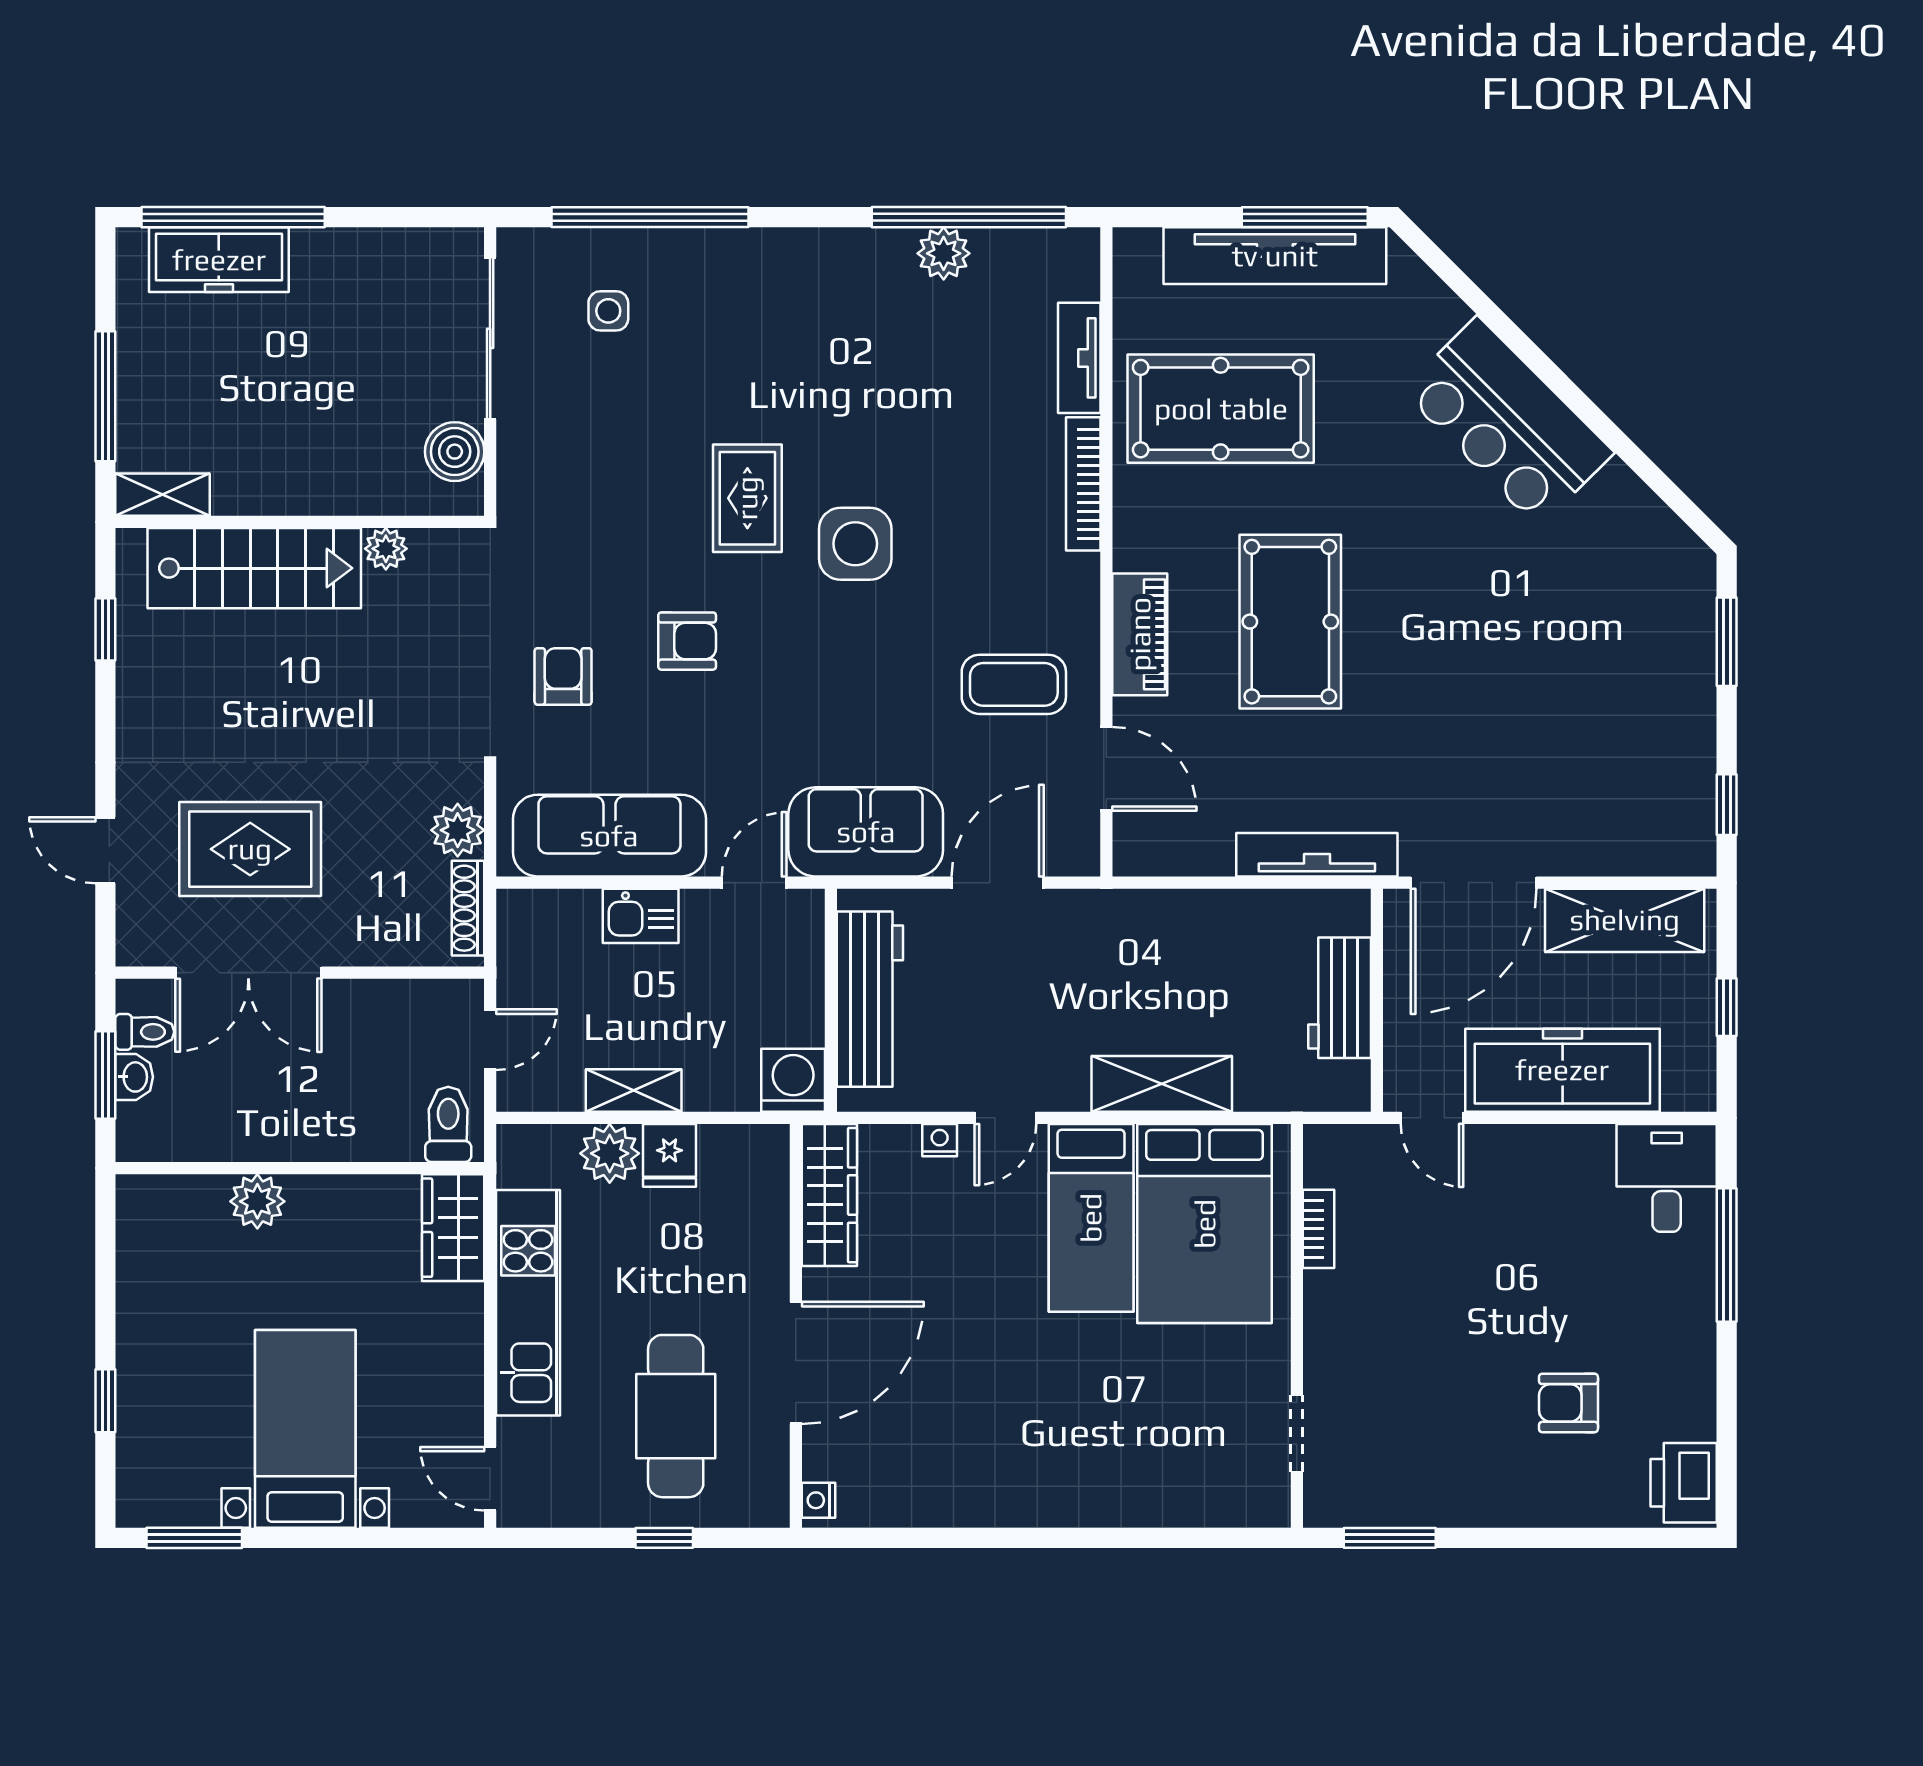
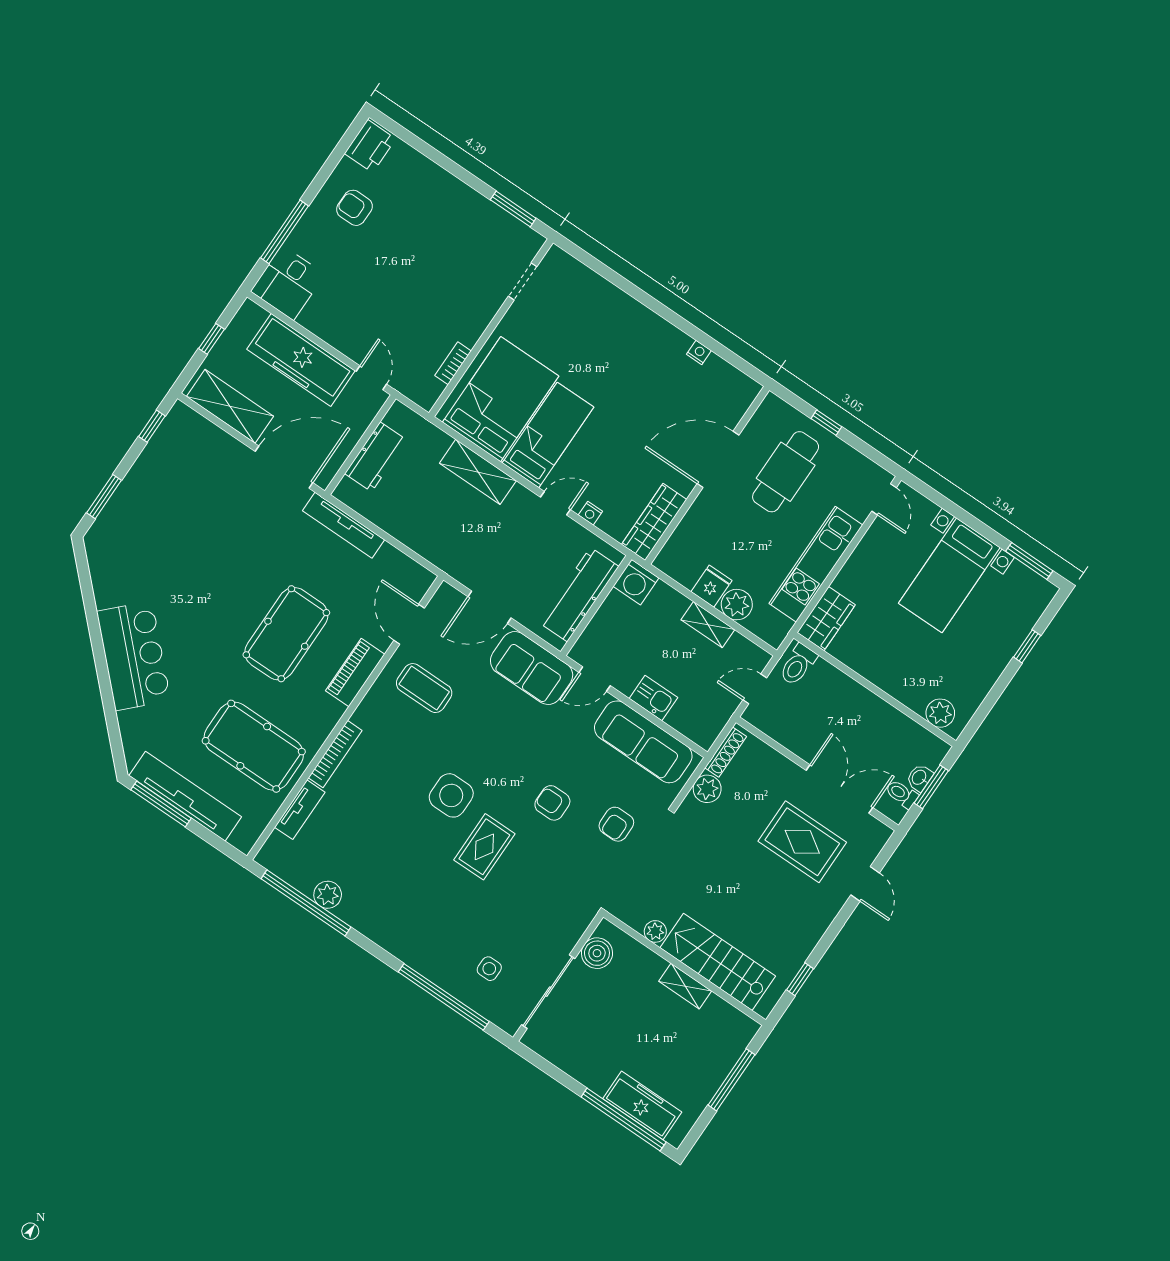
shelving: (163, 495) -> (685, 986), moved
plant: (257, 1201) -> (940, 713), moved
armchair: (1568, 1403) -> (354, 208), moved, turned 180
nightstand: (819, 1500) -> (699, 352), moved, turned -90

